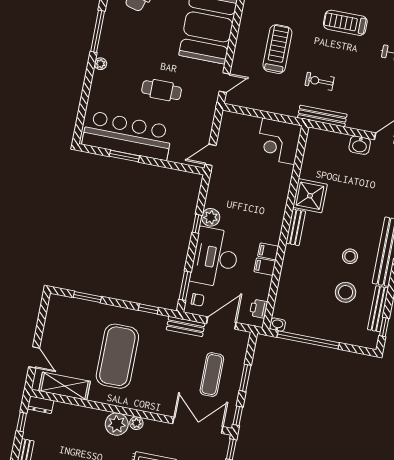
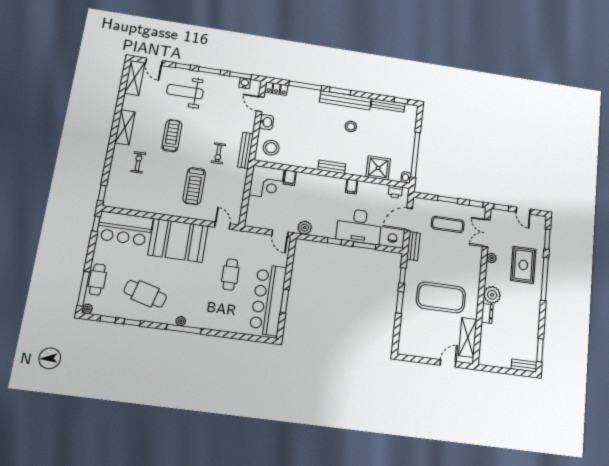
treadmill: (345, 23) -> (172, 136), turned 180
treadmill: (277, 49) -> (194, 186), turned -90
plant: (101, 64) -> (181, 321), moved
shower: (310, 196) -> (378, 168), moved
plant: (211, 217) -> (305, 228), moved
filing cabinet: (265, 267) -> (290, 178), moved
window: (185, 286) -> (364, 246), moved
stool: (346, 292) -> (271, 148), moved
window: (87, 297) -> (400, 302), moved
door: (221, 323) -> (409, 219), hinge flipped
dresser: (41, 405) -> (487, 313), moved
window: (22, 422) -> (499, 370), removed
plant: (136, 423) -> (491, 258), moved
double door: (198, 425) -> (486, 233), width x0.73

